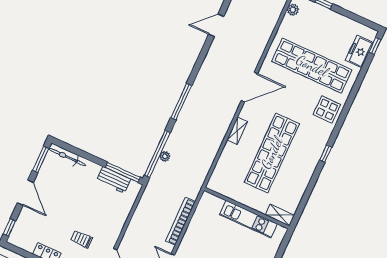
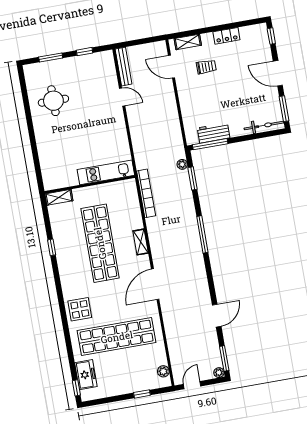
window: (157, 154) -> (193, 178), width x0.47
window: (326, 154) -> (52, 247), moved
plant: (165, 156) -> (182, 164), moved
kitchen unit: (248, 219) -> (106, 172), moved
bookcase: (180, 221) -> (146, 193), moved

